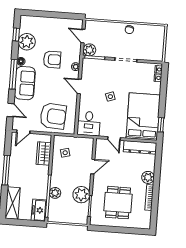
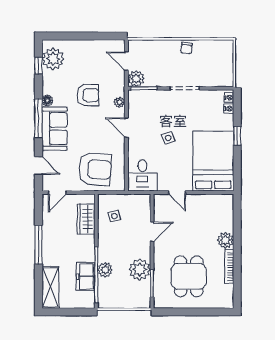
plant: (27, 42) -> (53, 59), moved
window: (161, 125) -> (237, 136), moved
dresser: (140, 147) -> (212, 202), removed
freezer: (39, 210) -> (86, 276), moved

